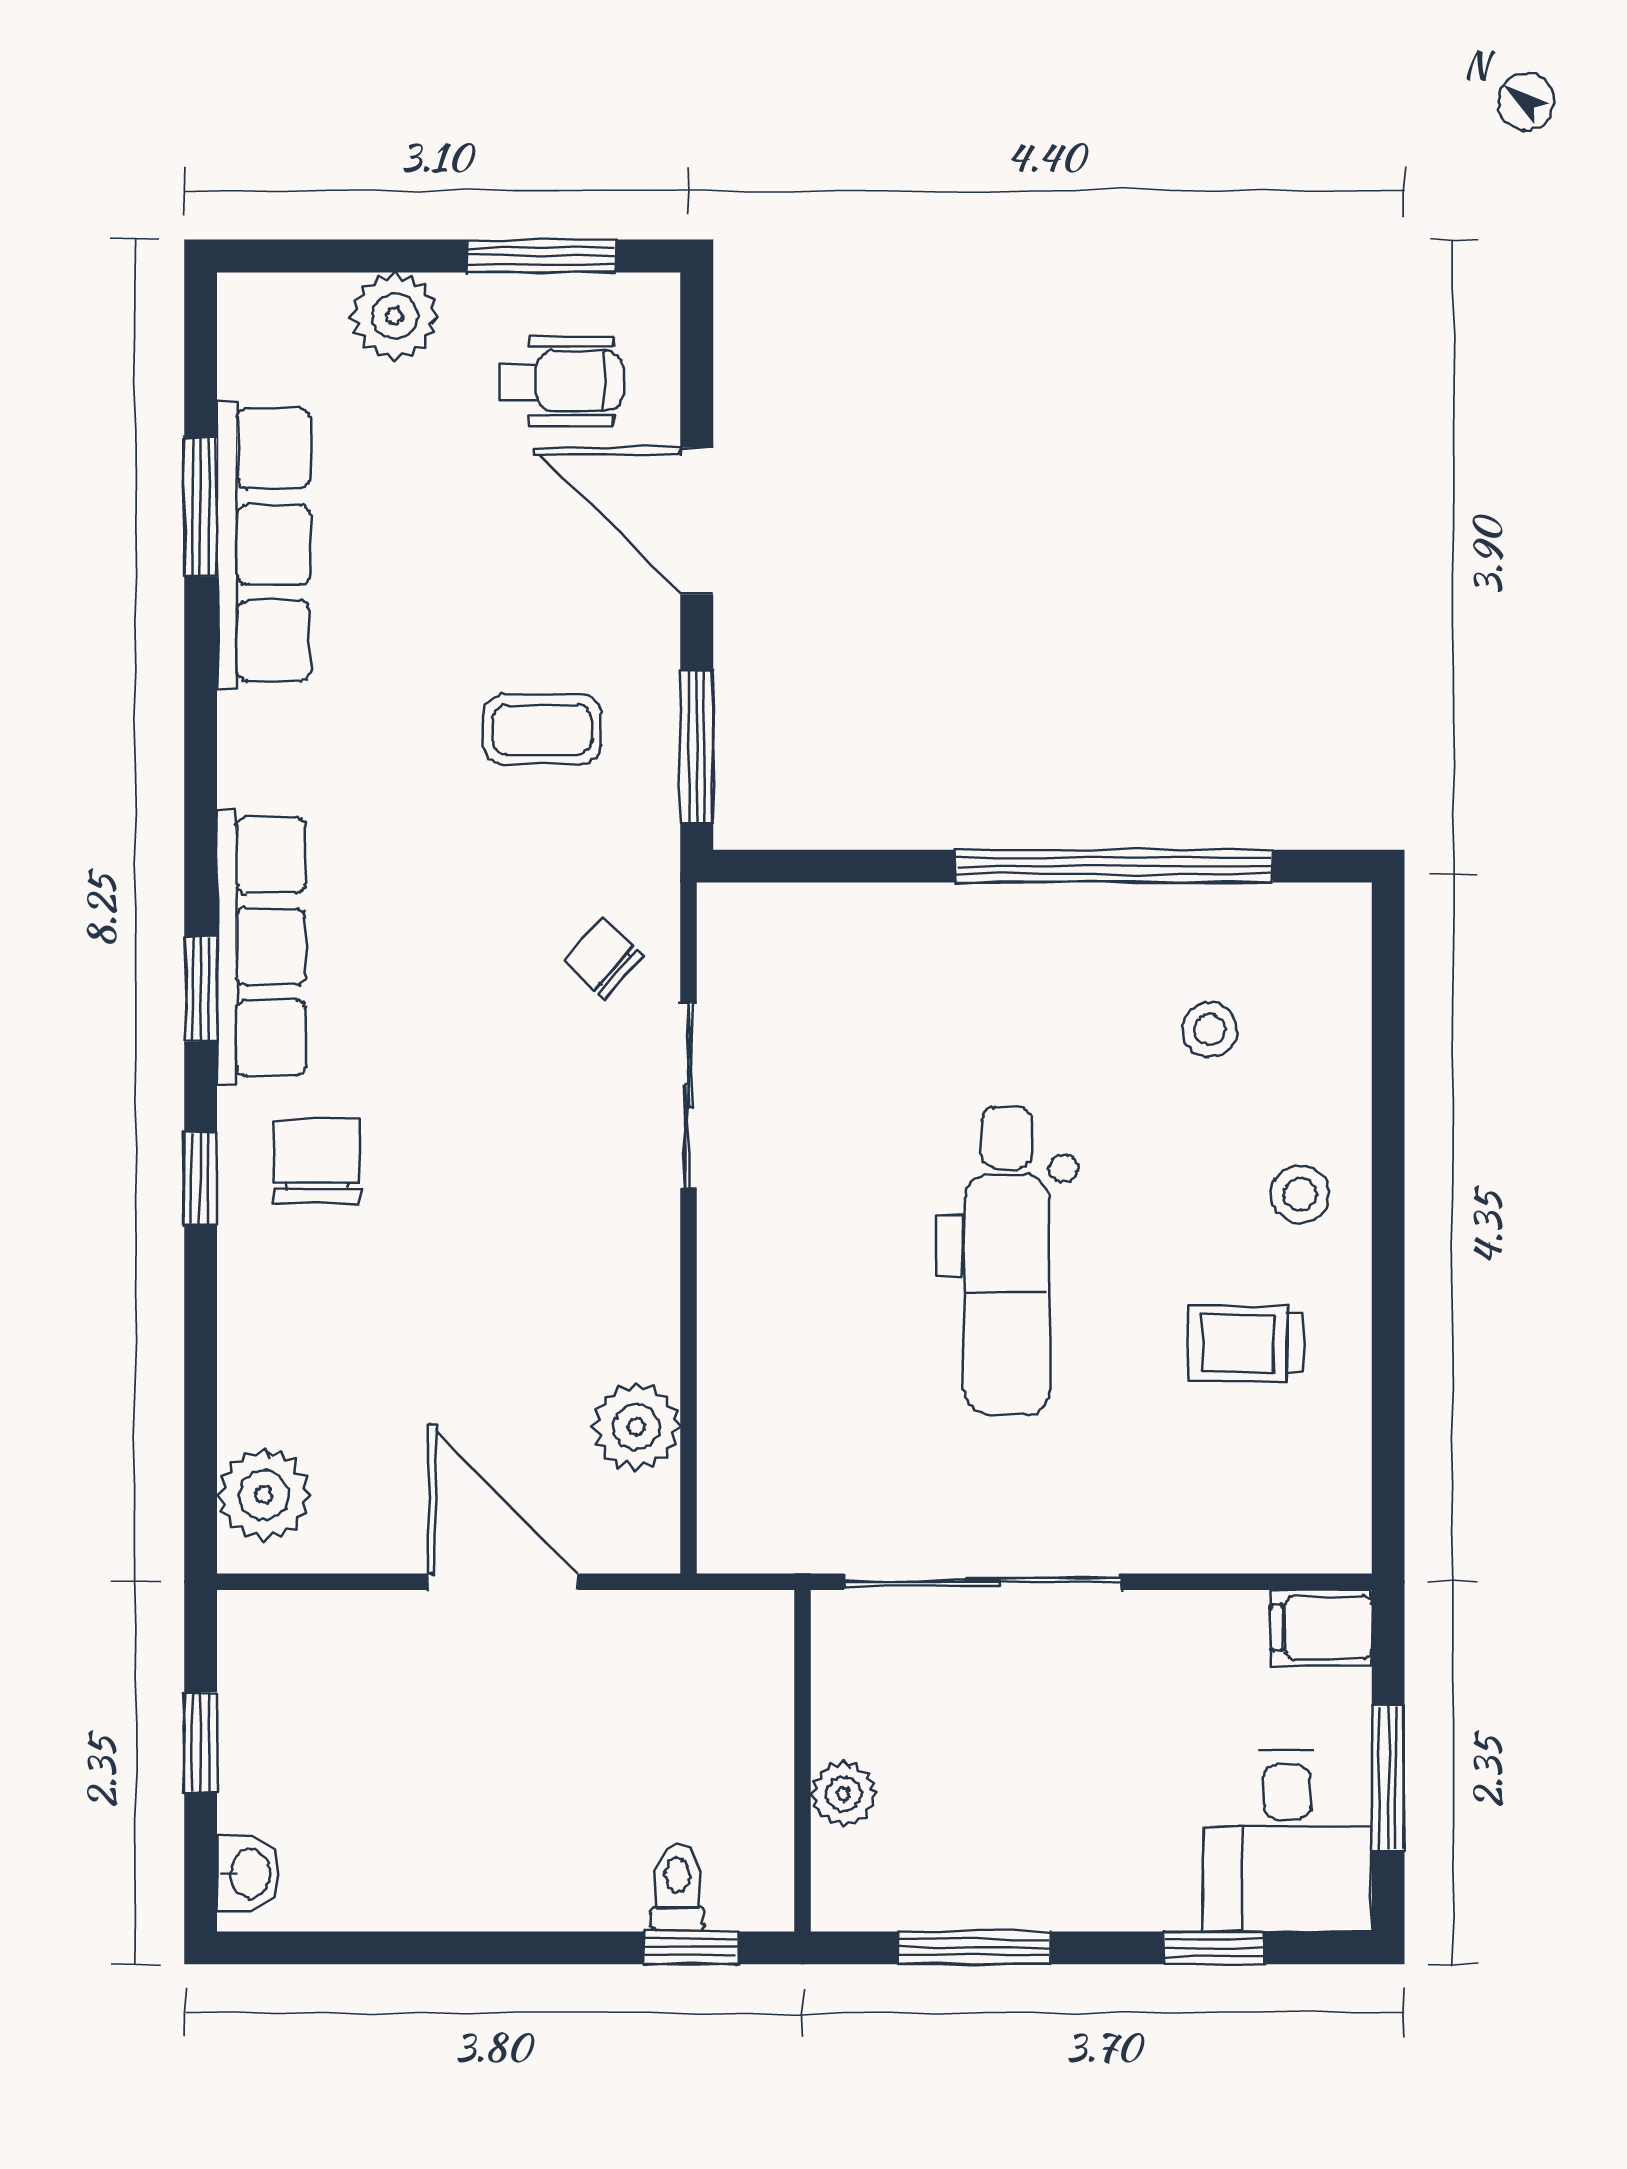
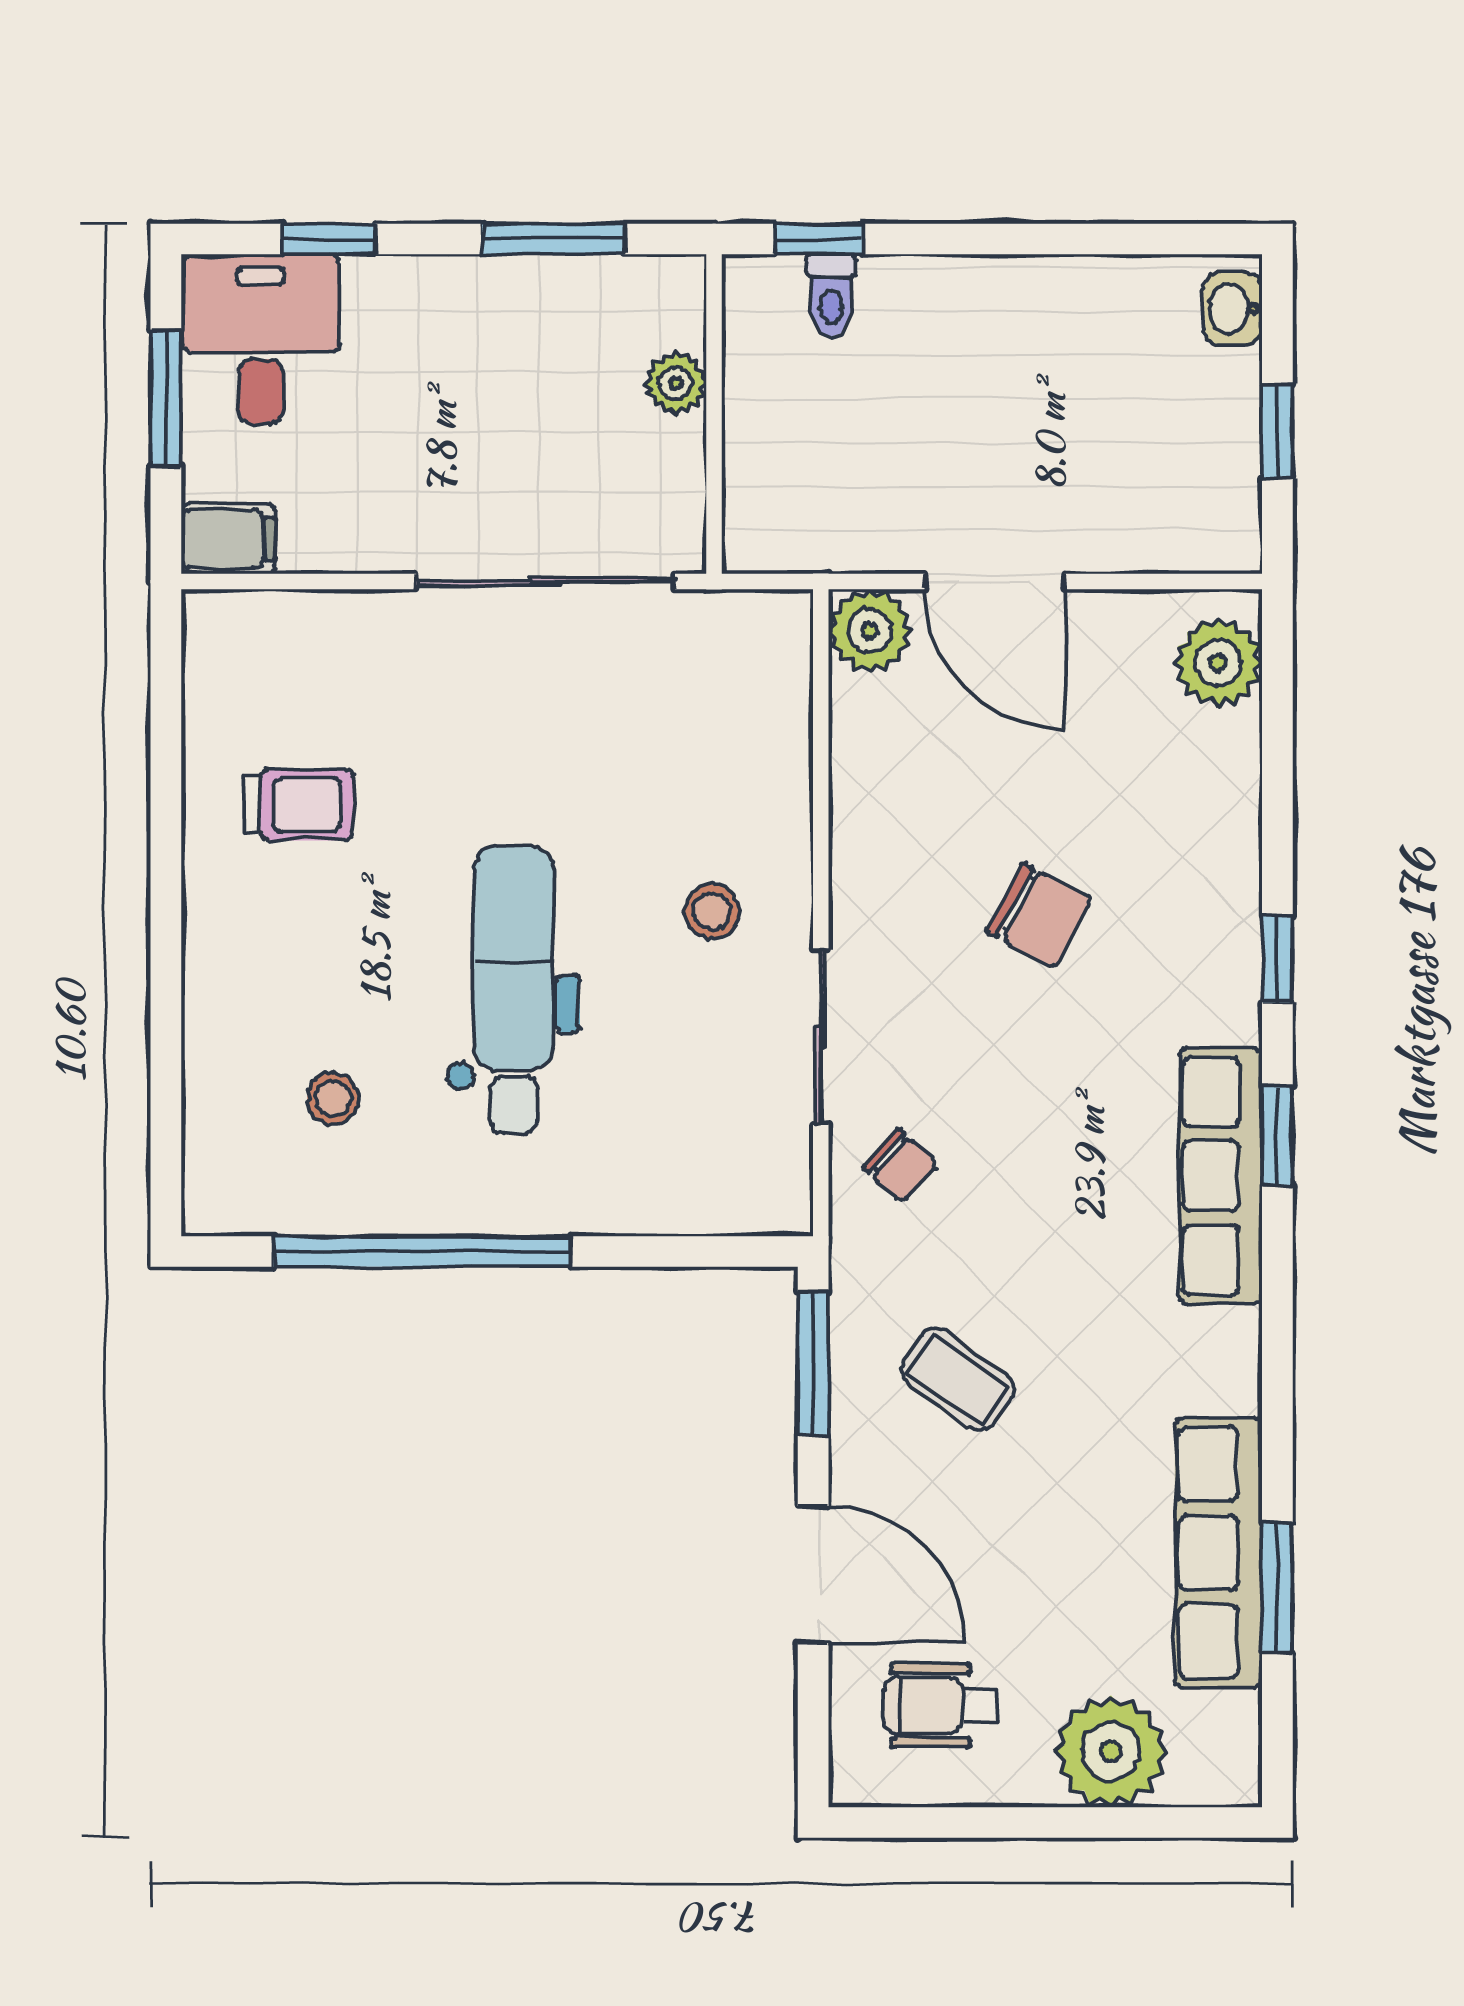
window: (541, 256) -> (959, 1822), removed
plant: (395, 316) -> (1111, 1751), width x1.36, depth x1.36
coffee table: (542, 729) -> (958, 1379), turned 36
chair: (317, 1161) -> (1039, 915), moved, turned -62
stool: (1300, 1195) -> (712, 911), moved
dental chair: (1007, 1261) -> (514, 990), moved
plant: (636, 1427) -> (870, 631), moved

